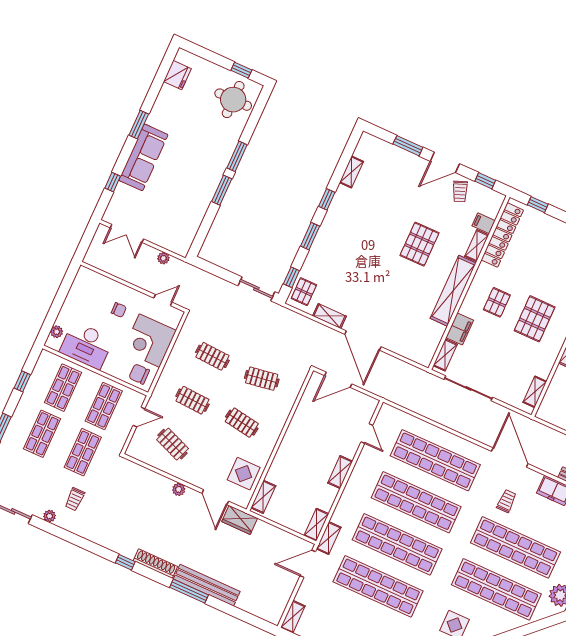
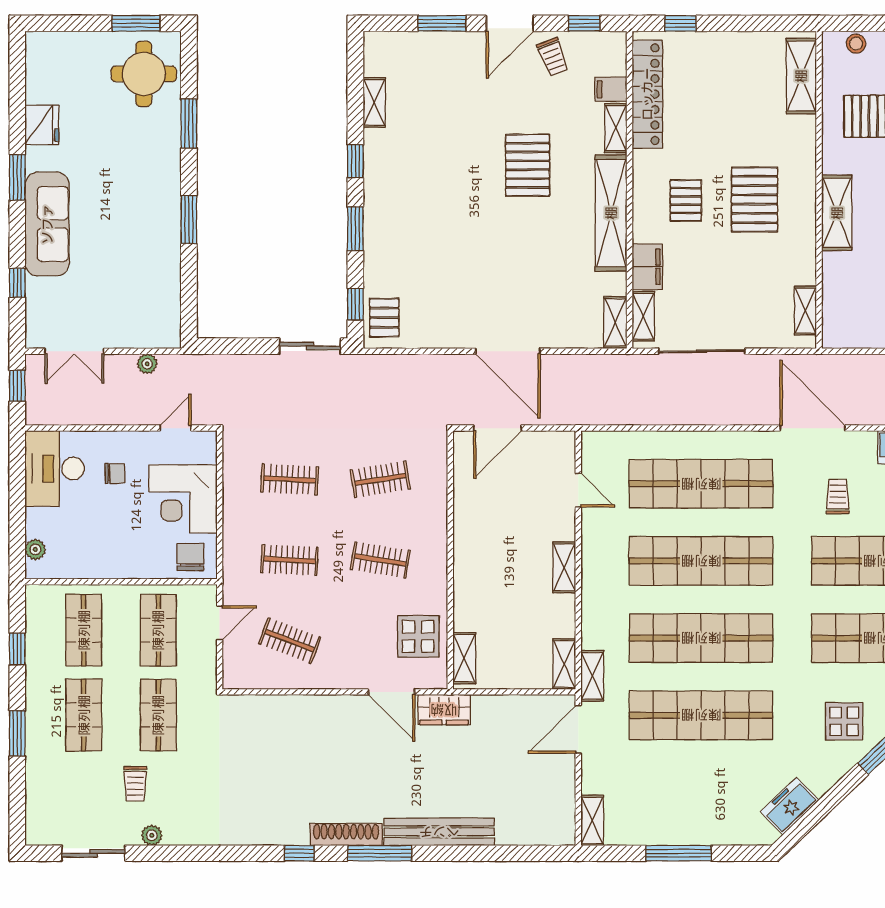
window: (241, 70) -> (136, 23), width x1.50
fridge: (177, 75) -> (42, 125), moved
window: (237, 156) -> (189, 123), moved
window: (87, 238) -> (17, 386), added
shelving: (329, 316) -> (615, 322), moved, turned 90
desk: (86, 345) -> (55, 469), moved, turned 90
chair: (139, 374) -> (190, 557), turned 90
plant: (179, 489) -> (330, 705), removed
trolley: (75, 499) -> (135, 784), moved
window: (189, 591) -> (380, 853), moved

